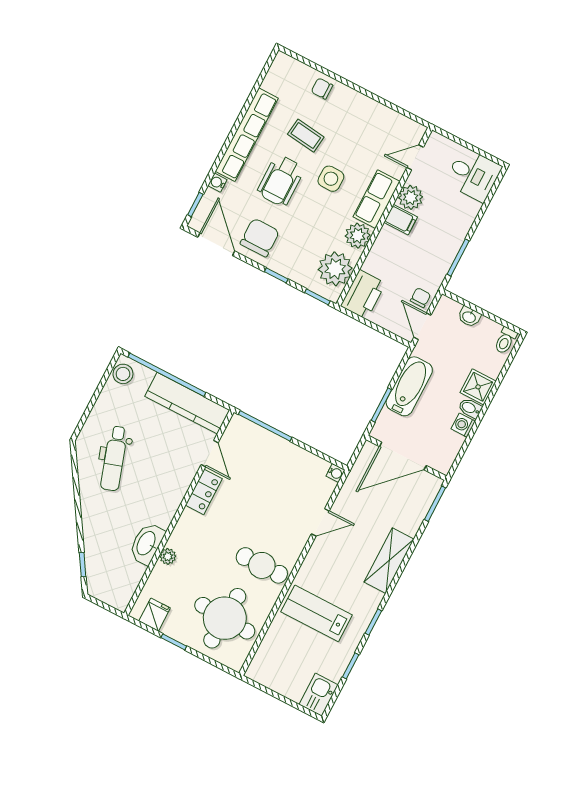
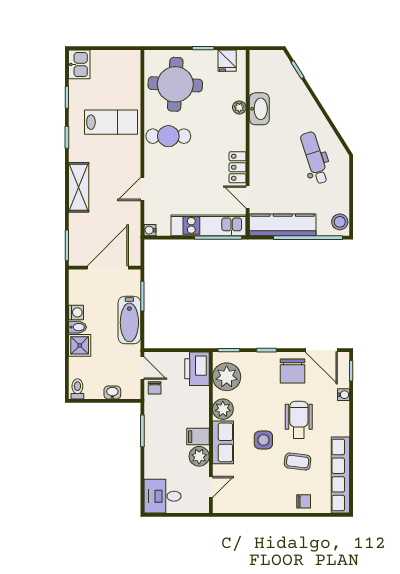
row of seats: (247, 135) -> (340, 475), moved
kitchen unit: (269, 445) -> (209, 225), added

